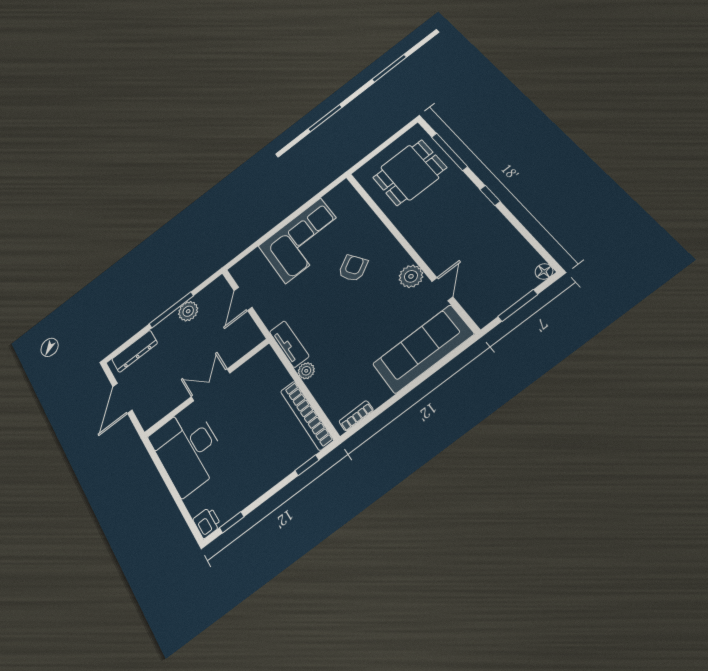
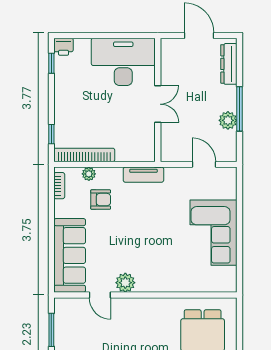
armchair: (353, 268) -> (101, 200), moved, turned -58
plant: (306, 371) -> (89, 174), moved

